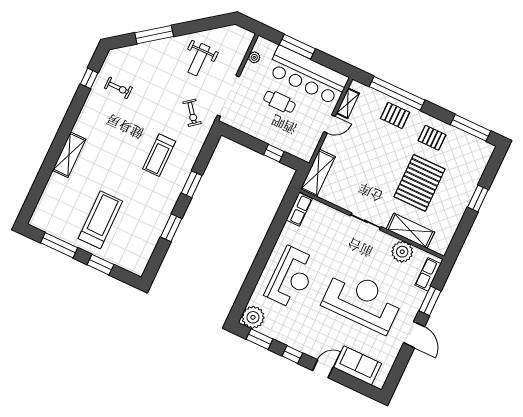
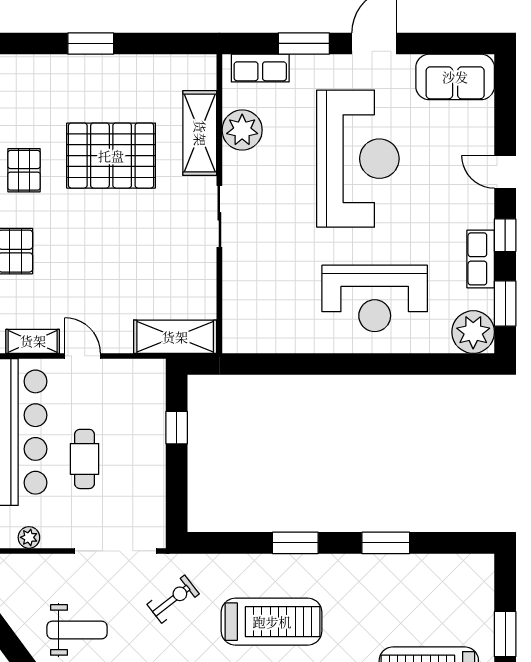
treadmill: (159, 155) -> (272, 622), width x1.37, depth x1.37
row of seats: (299, 209) -> (481, 259), moved, turned -90
reception desk: (291, 278) -> (375, 298), turned 180
reception desk: (362, 301) -> (358, 159), turned 180
sofa: (358, 365) -> (455, 77), moved, turned -90

